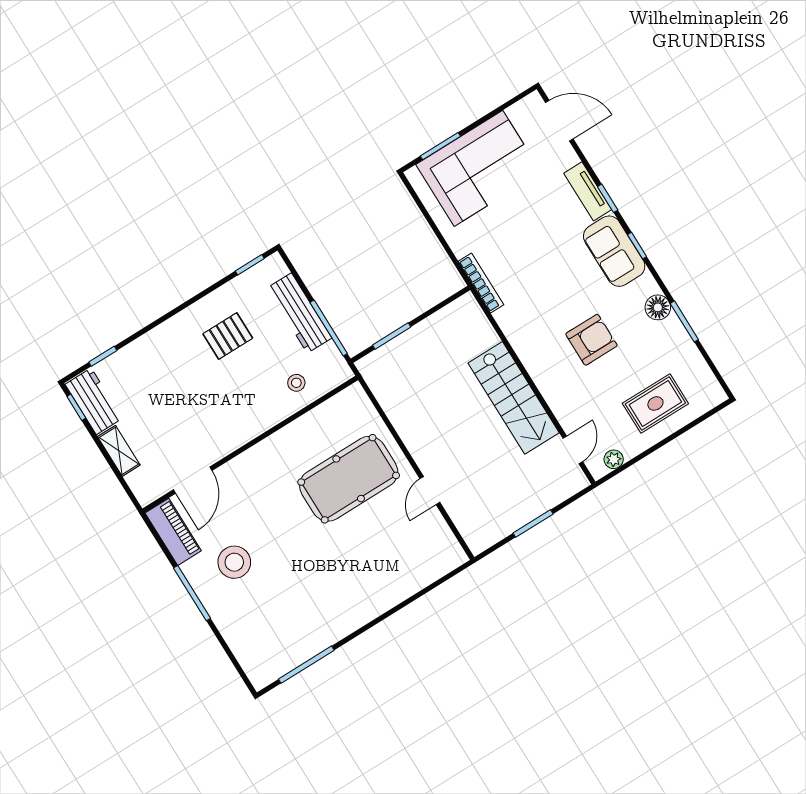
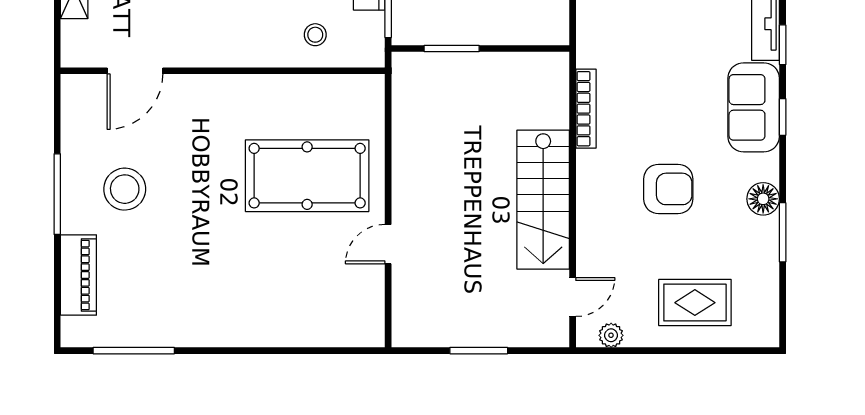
bookcase: (481, 283) -> (586, 109), moved
piano: (173, 532) -> (78, 275), moved

